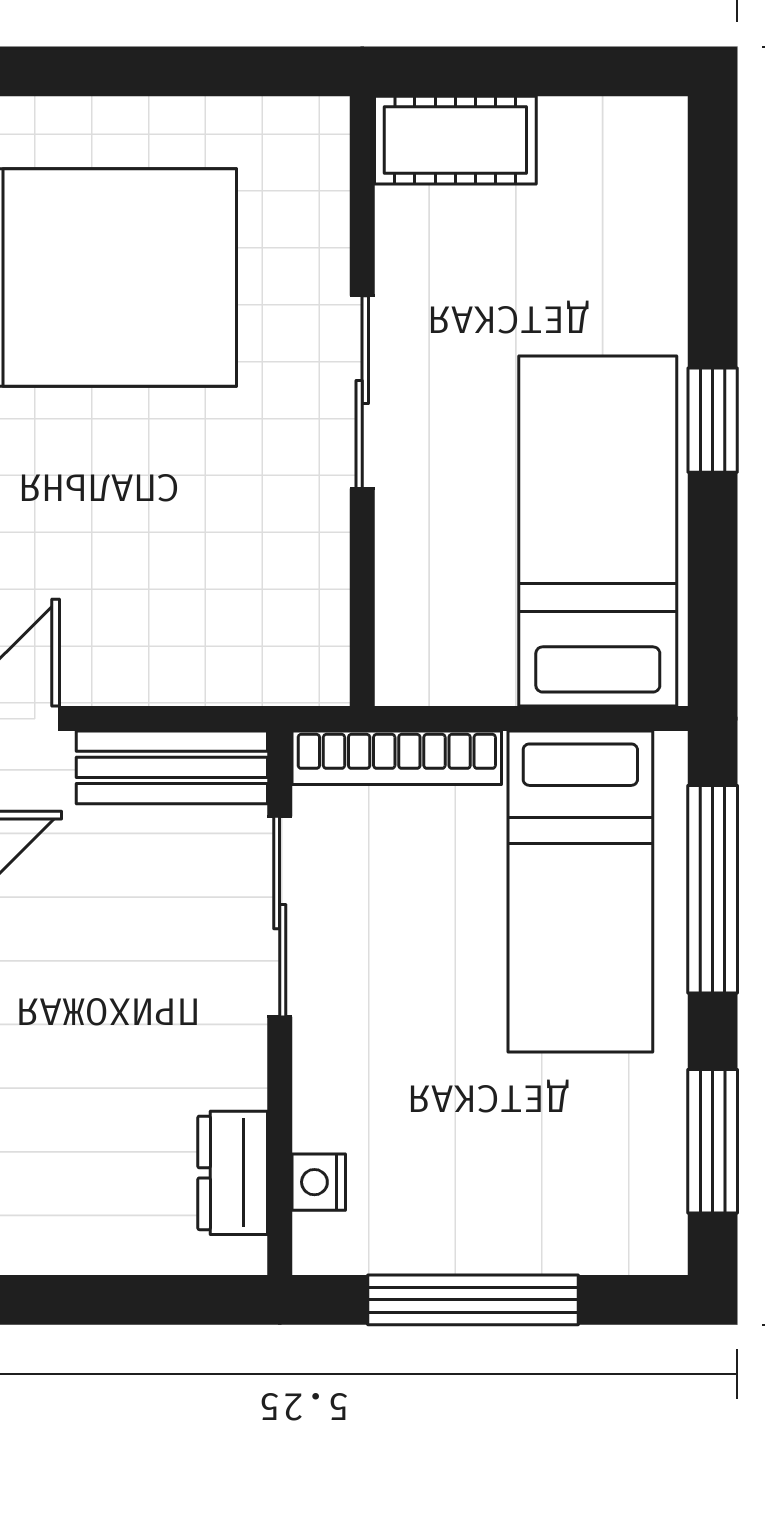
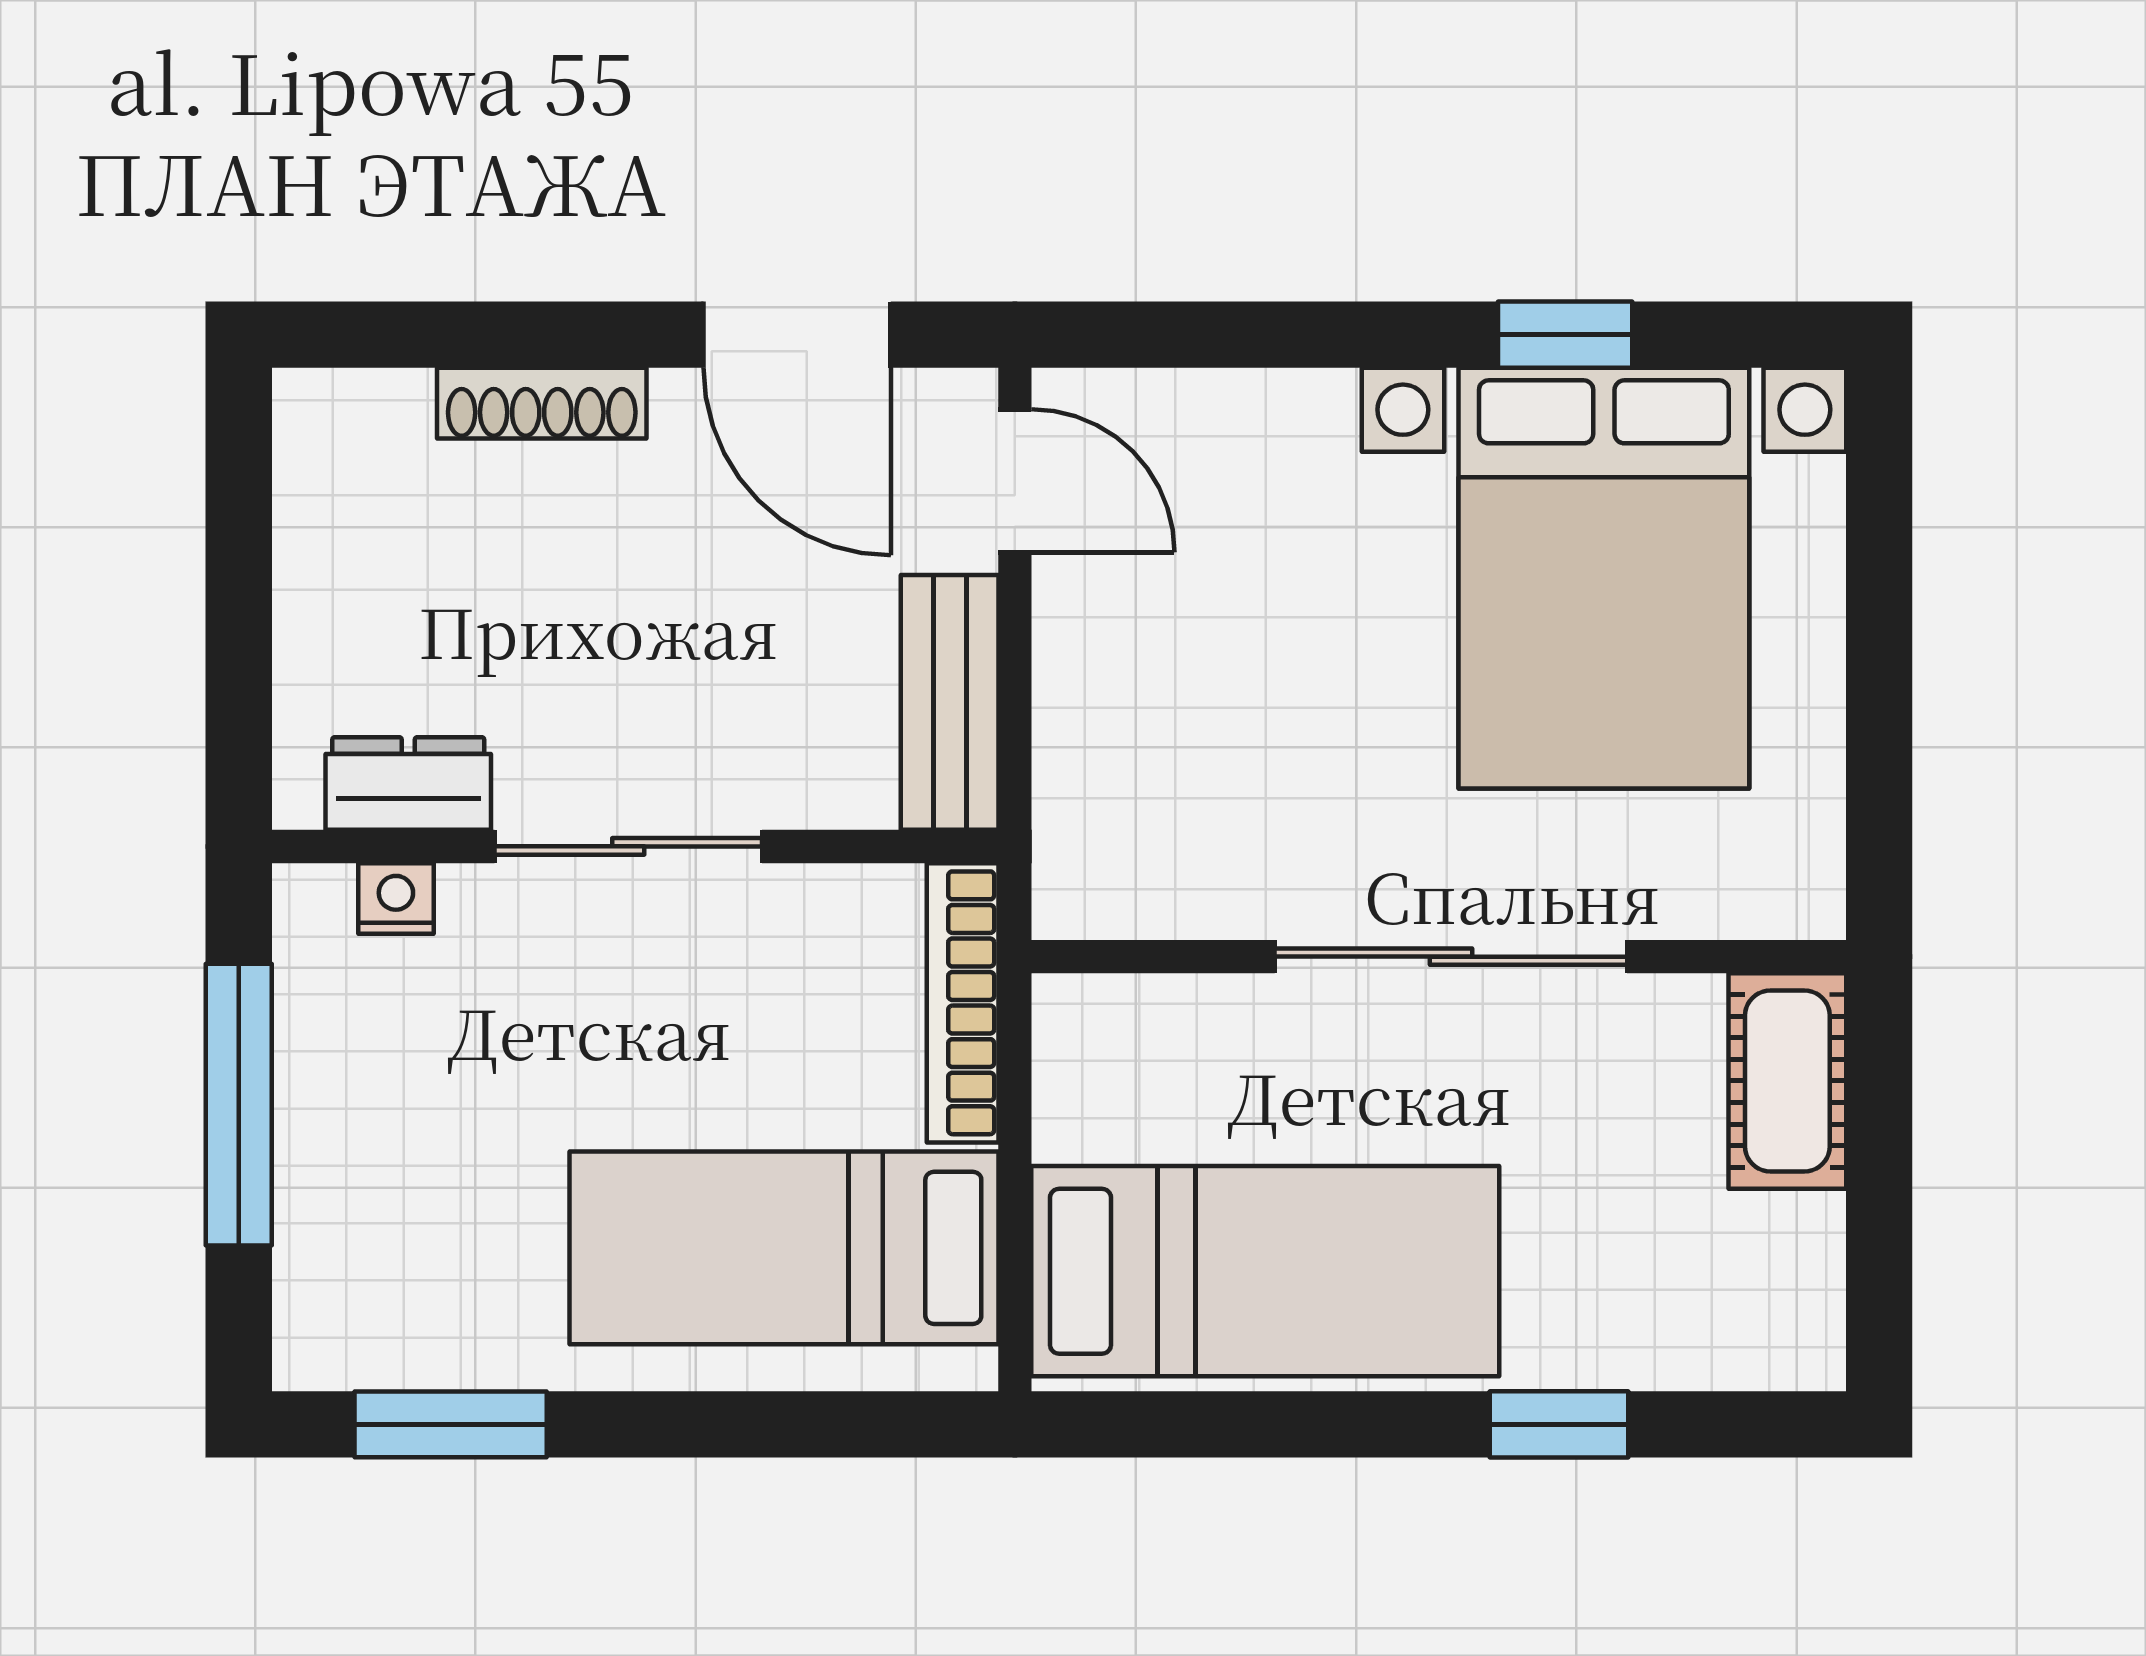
sliding door: (362, 392) -> (1451, 957), width x1.37
window: (713, 420) -> (1559, 1424), moved
window: (713, 889) -> (787, 1424), removed
sliding door: (280, 917) -> (628, 846), moved

